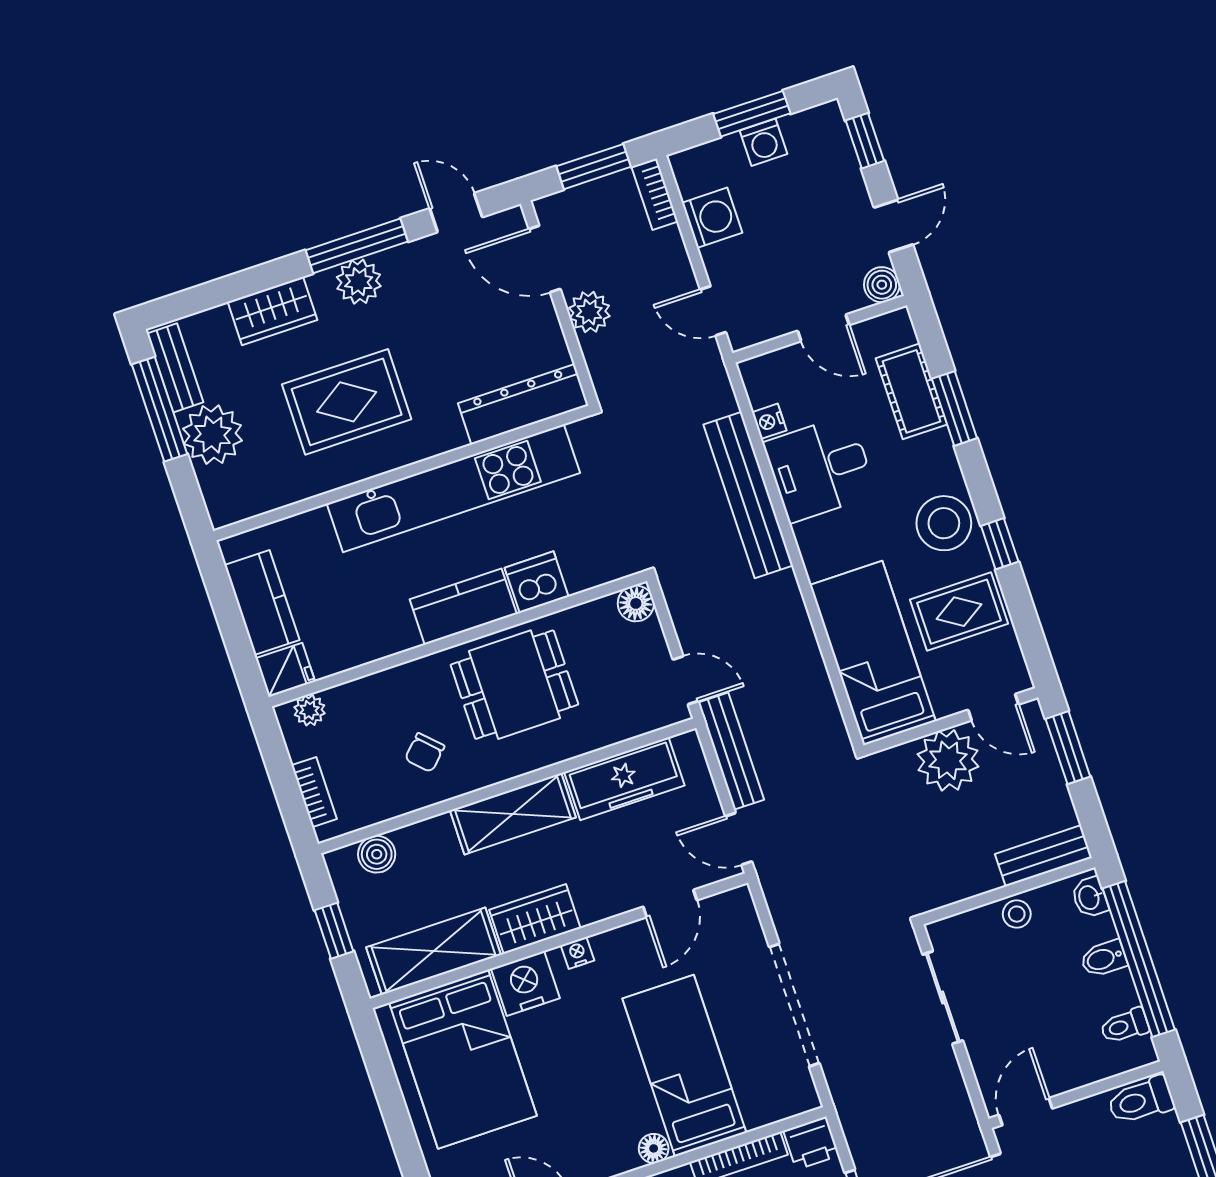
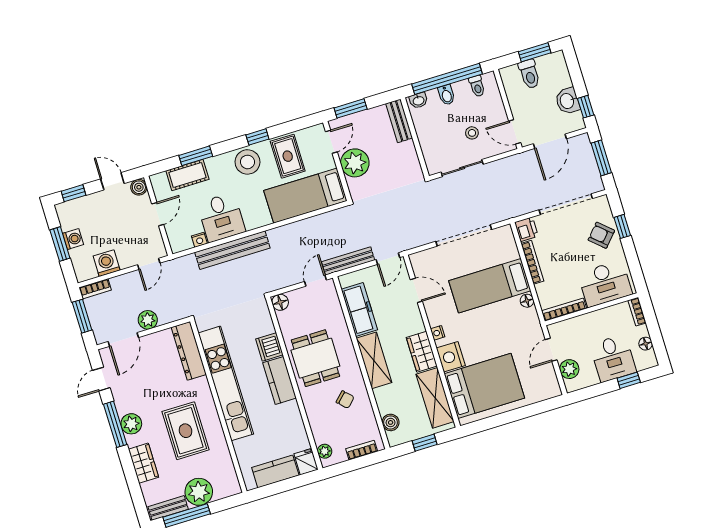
stool: (1017, 914) -> (472, 133), moved
toilet: (1141, 1100) -> (529, 74), moved

